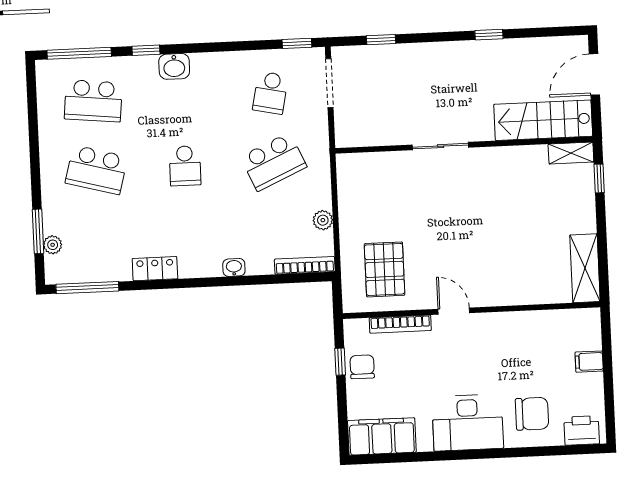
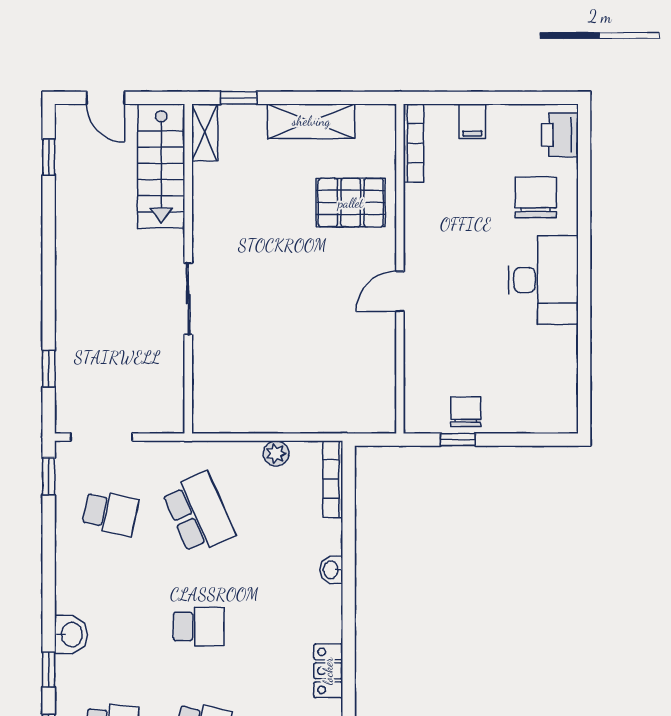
window: (489, 35) -> (49, 157), moved
door: (594, 74) -> (106, 98), width x0.73
shelving: (585, 268) -> (311, 121), moved
pallet: (385, 269) -> (351, 203), moved
bookcase: (400, 324) -> (414, 143), moved
chair: (362, 367) -> (466, 412), turned 90
filing cabinet: (382, 436) -> (556, 391), removed

